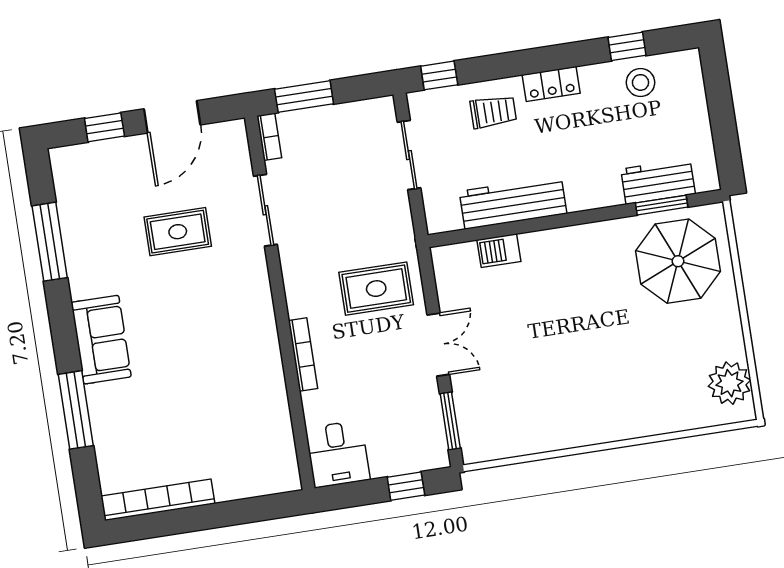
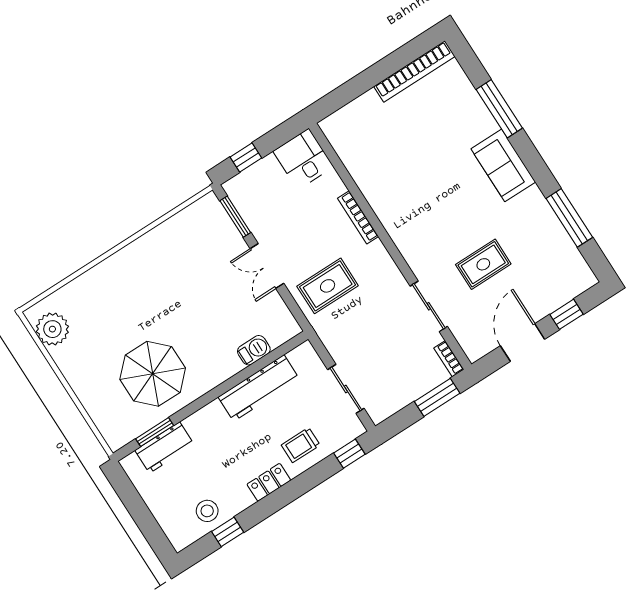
parasol: (678, 261) -> (153, 374), moved

